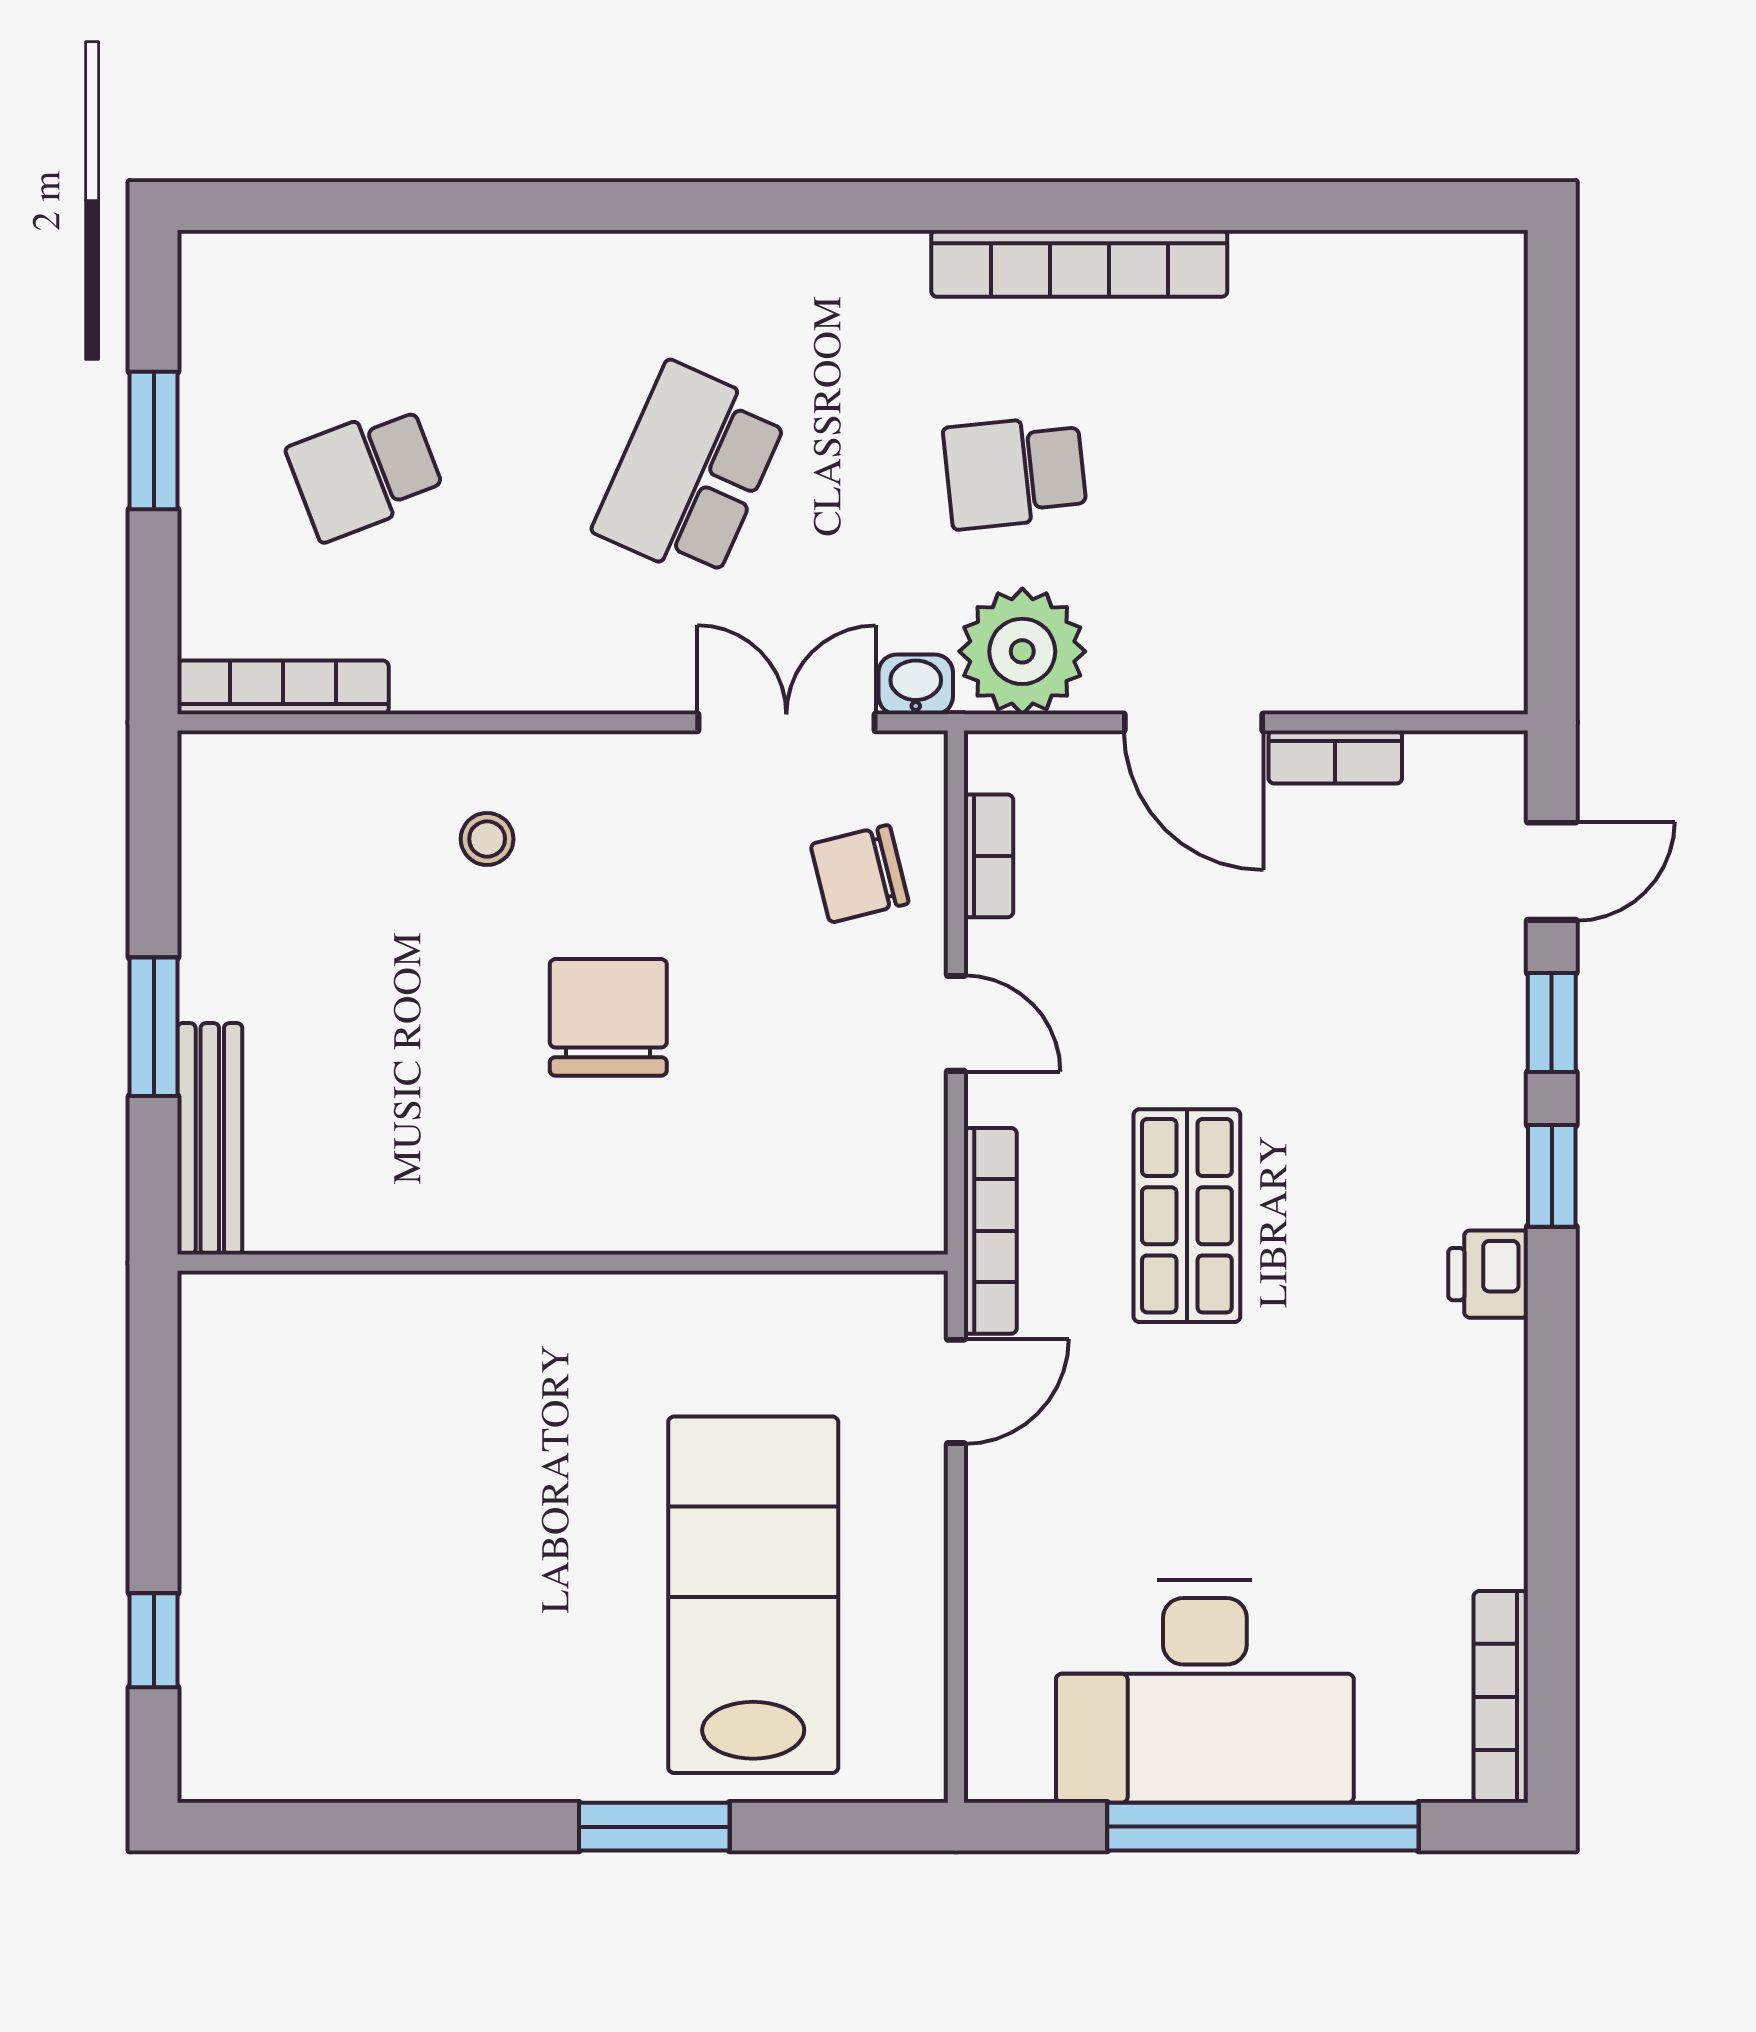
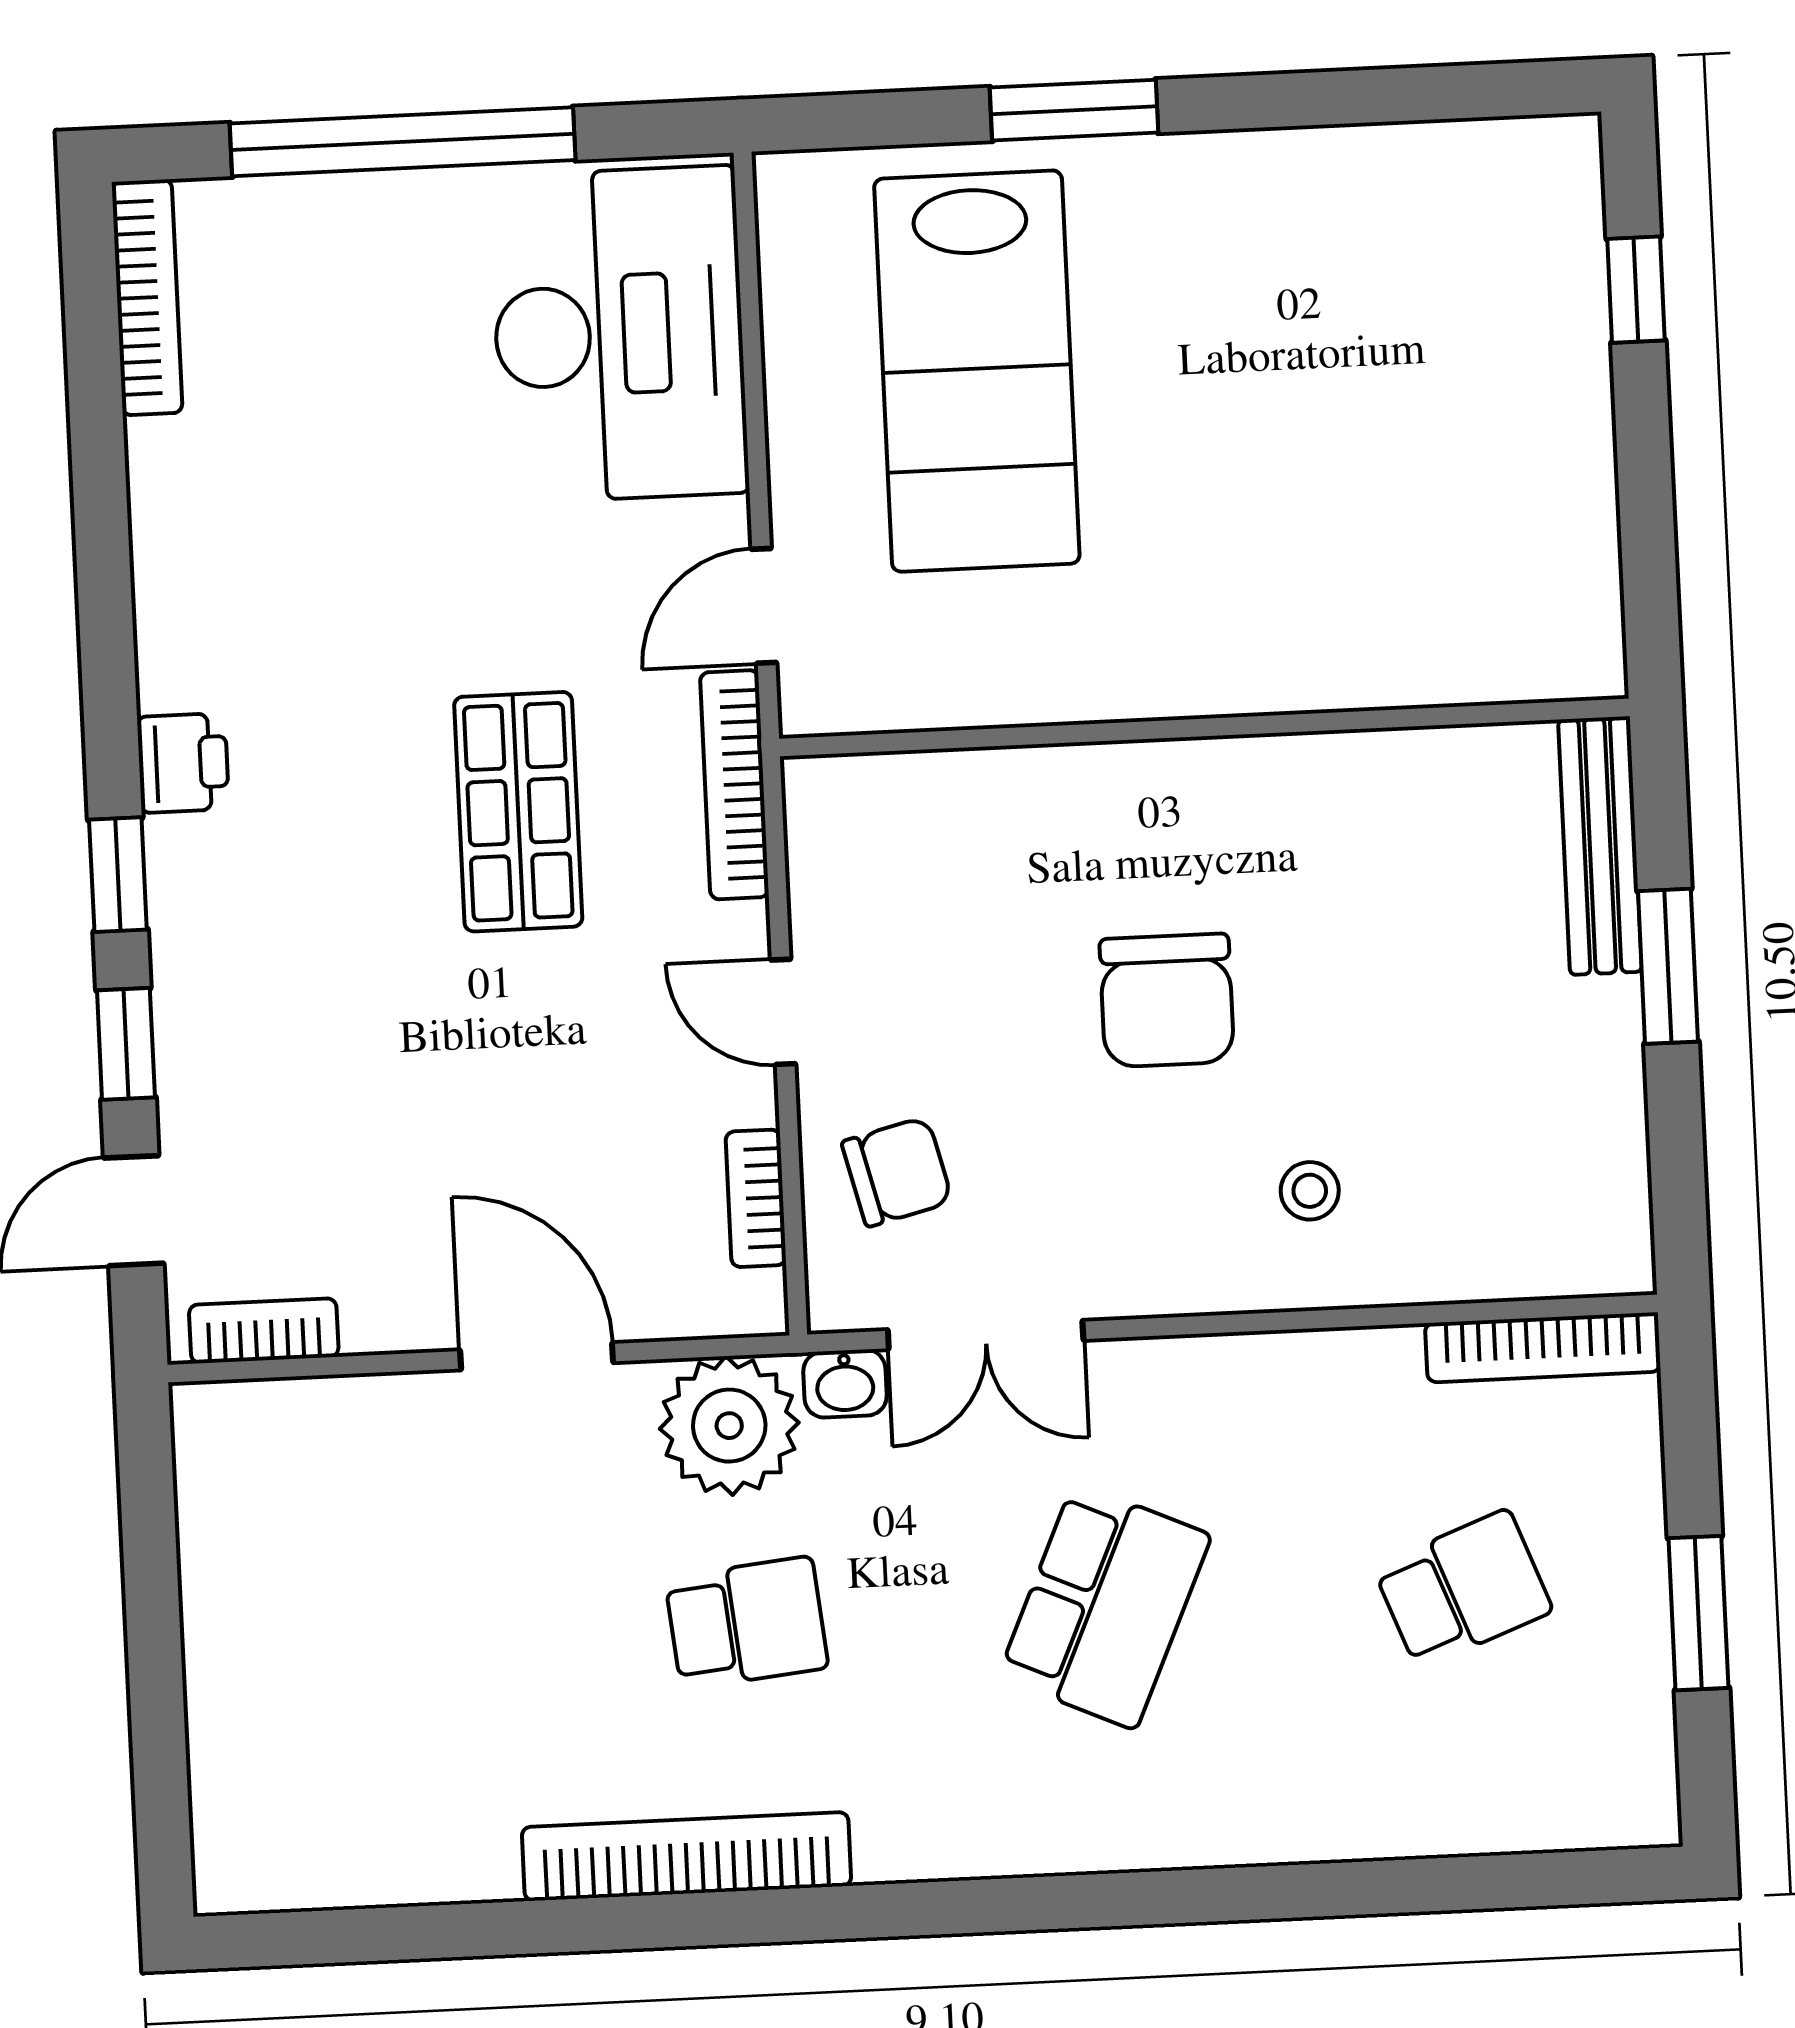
bookcase: (1335, 757) -> (264, 1331), moved
desk: (1205, 1691) -> (619, 334), moved, turned 90

